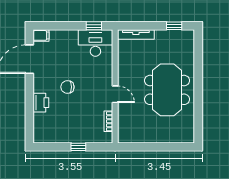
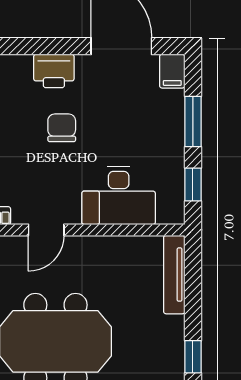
window: (65, 26) -> (193, 122), added
desk: (95, 43) -> (119, 196), moved, turned 90
printer: (41, 103) -> (54, 71), moved

